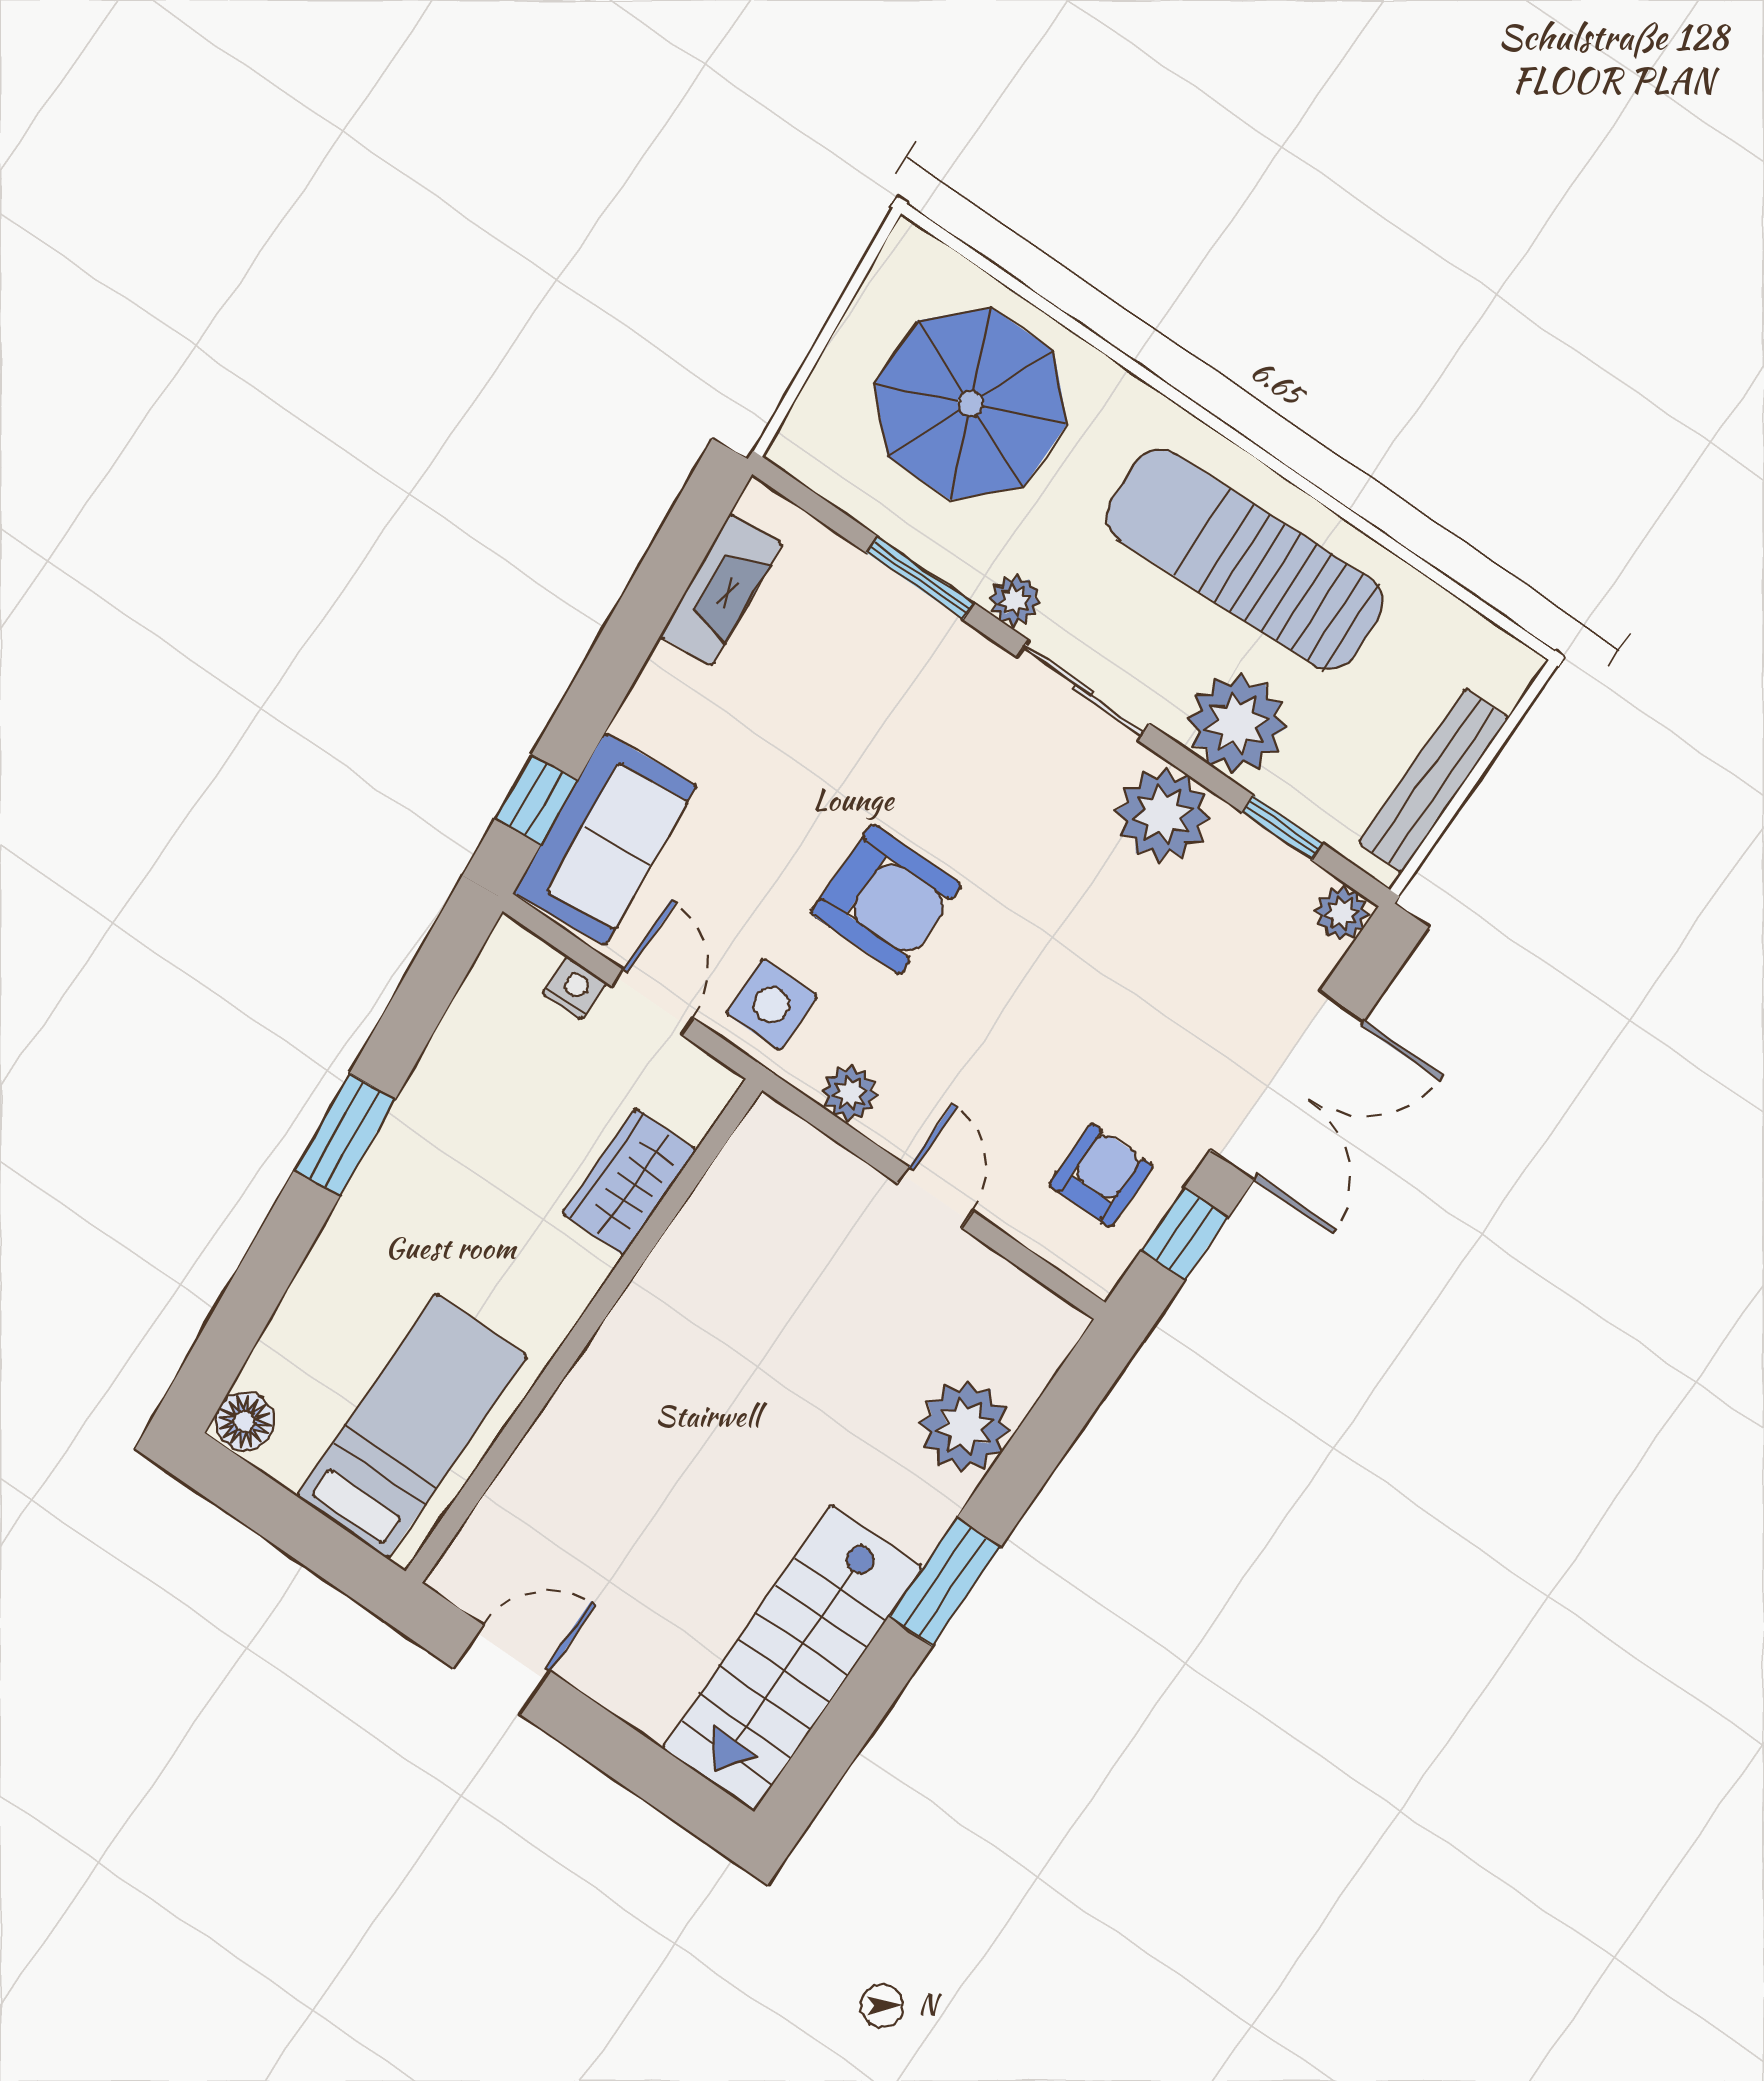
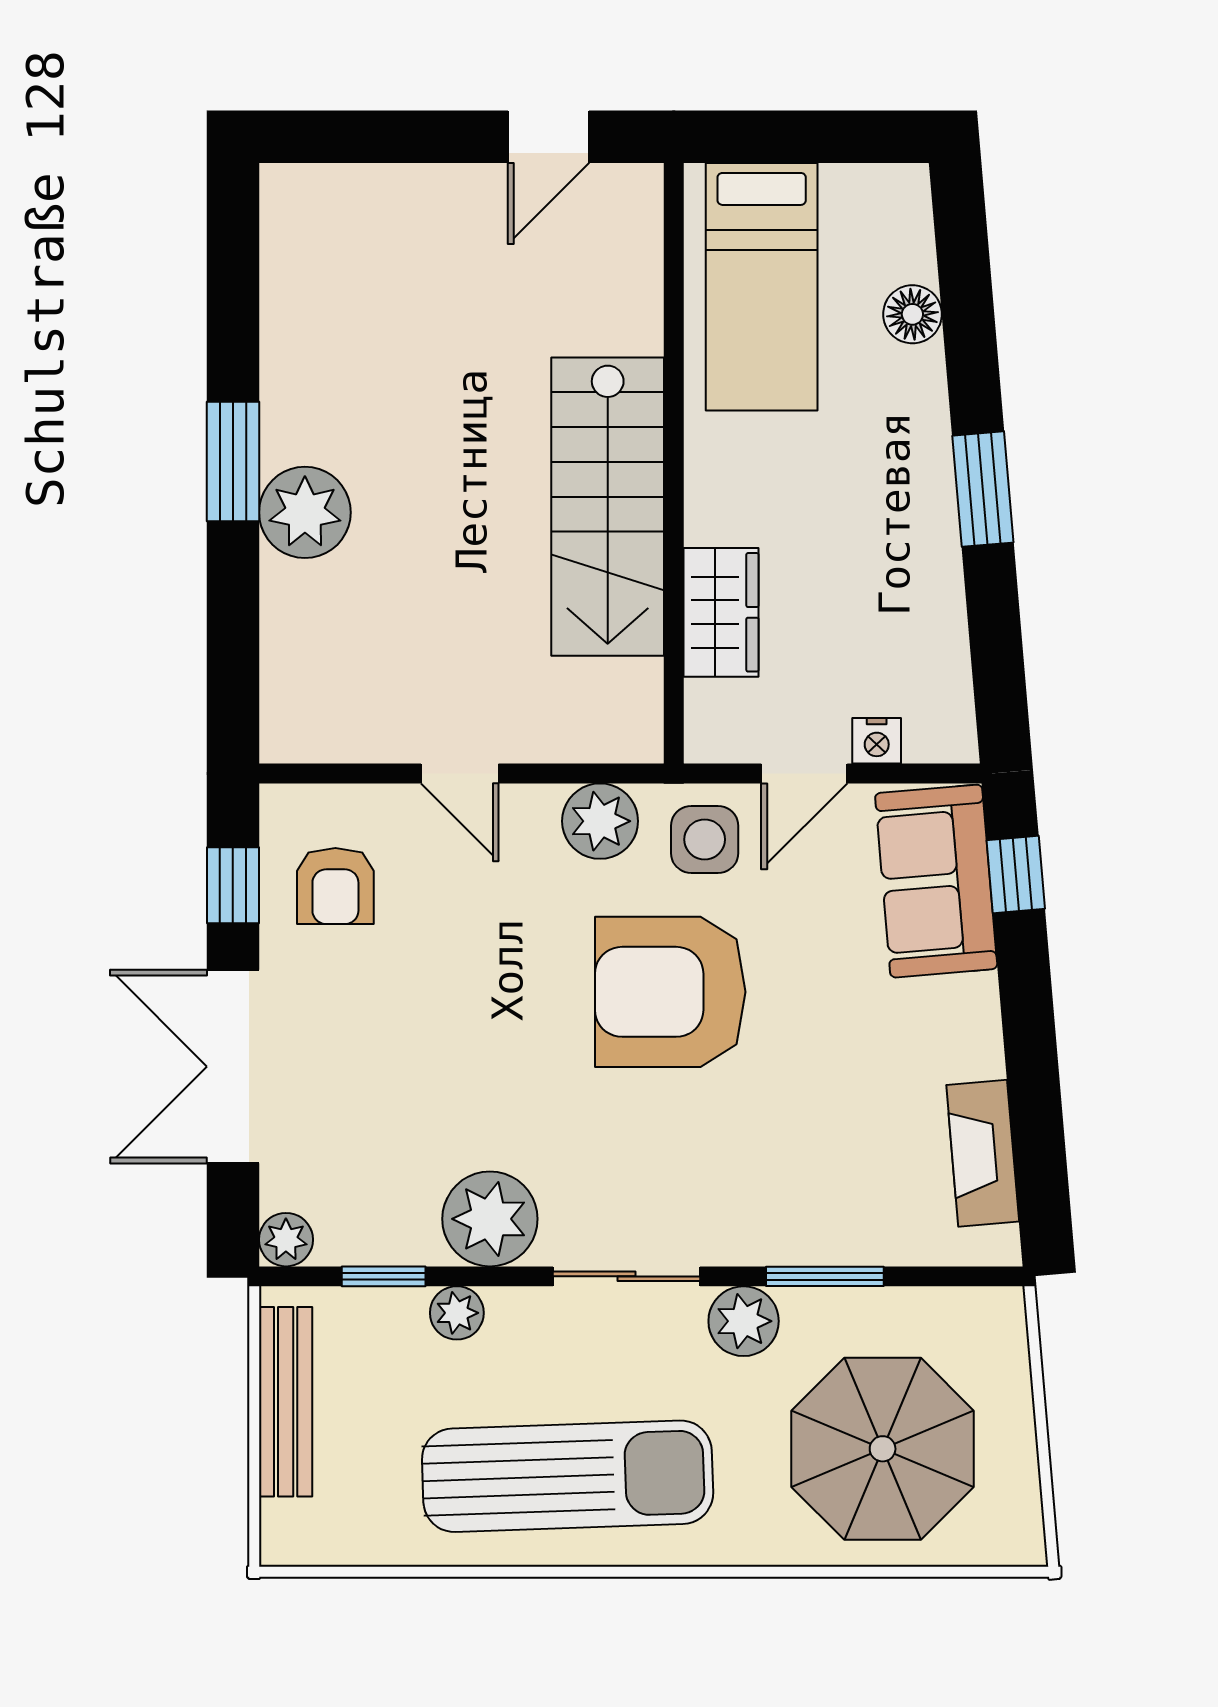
plant: (1015, 600) -> (744, 1321), width x1.38, depth x1.38
plant: (1237, 724) -> (457, 1313), width x0.53, depth x0.53
armchair: (886, 899) -> (670, 992), width x1.36, depth x1.36
door: (652, 1002) -> (804, 773), hinge flipped
plant: (850, 1093) -> (600, 821), width x1.38, depth x1.38
floor lamp: (245, 1421) -> (912, 314), moved
plant: (965, 1427) -> (305, 512), moved
stairs: (792, 1658) -> (608, 507), moved, turned 180

